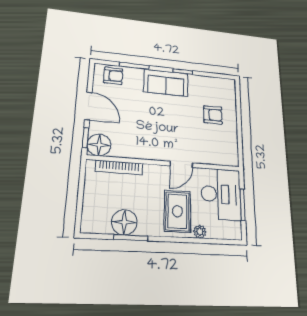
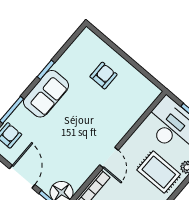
door: (88, 106) -> (22, 177), hinge flipped
door: (181, 164) -> (109, 158), moved

